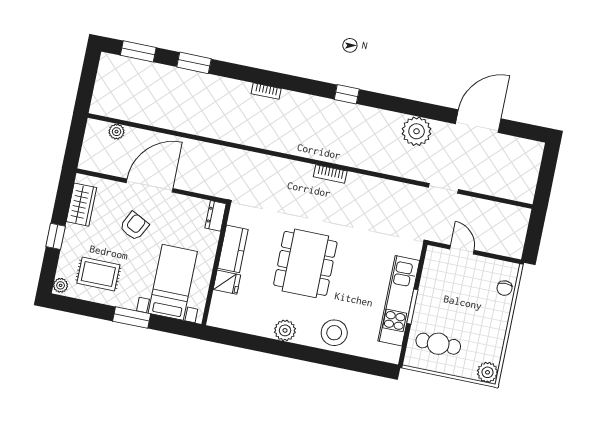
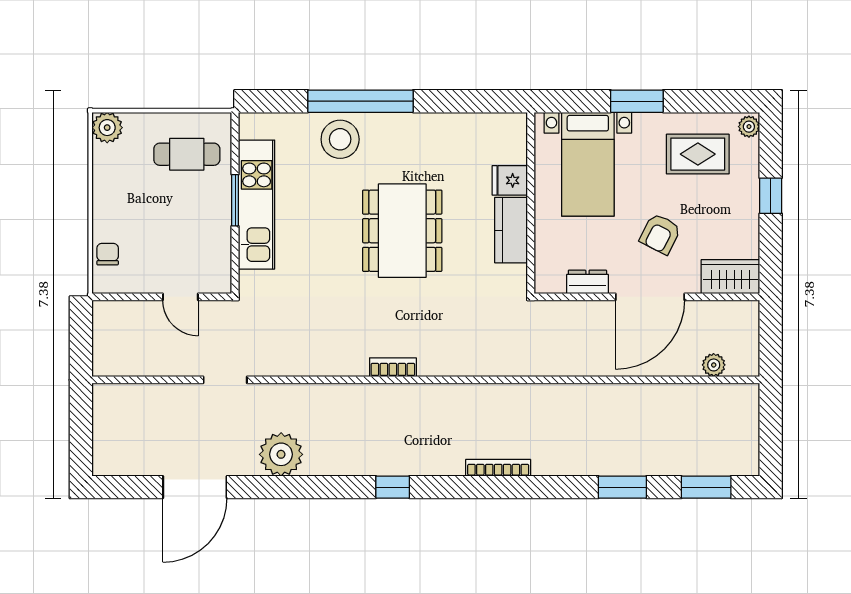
bookcase: (266, 91) -> (498, 468), width x1.56
wardrobe: (81, 205) -> (730, 277), moved, turned 90
dresser: (216, 216) -> (587, 282), moved, turned -90
plant: (285, 330) -> (412, 128), removed
window: (315, 355) -> (361, 101), added

